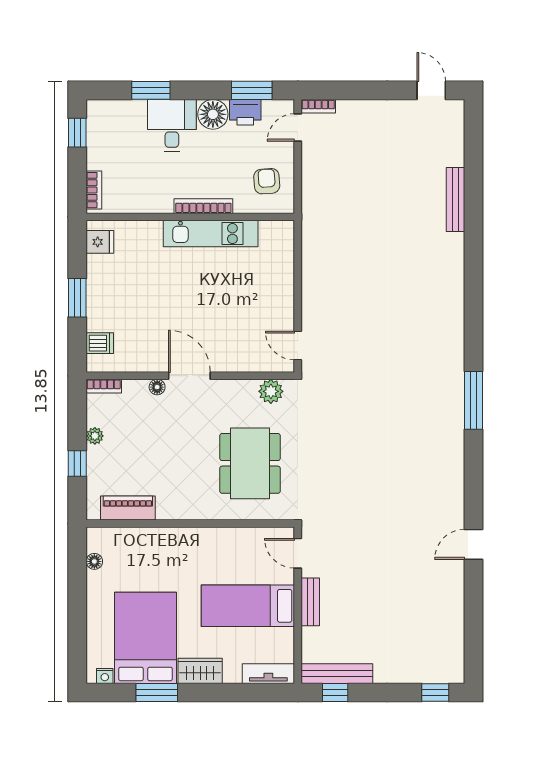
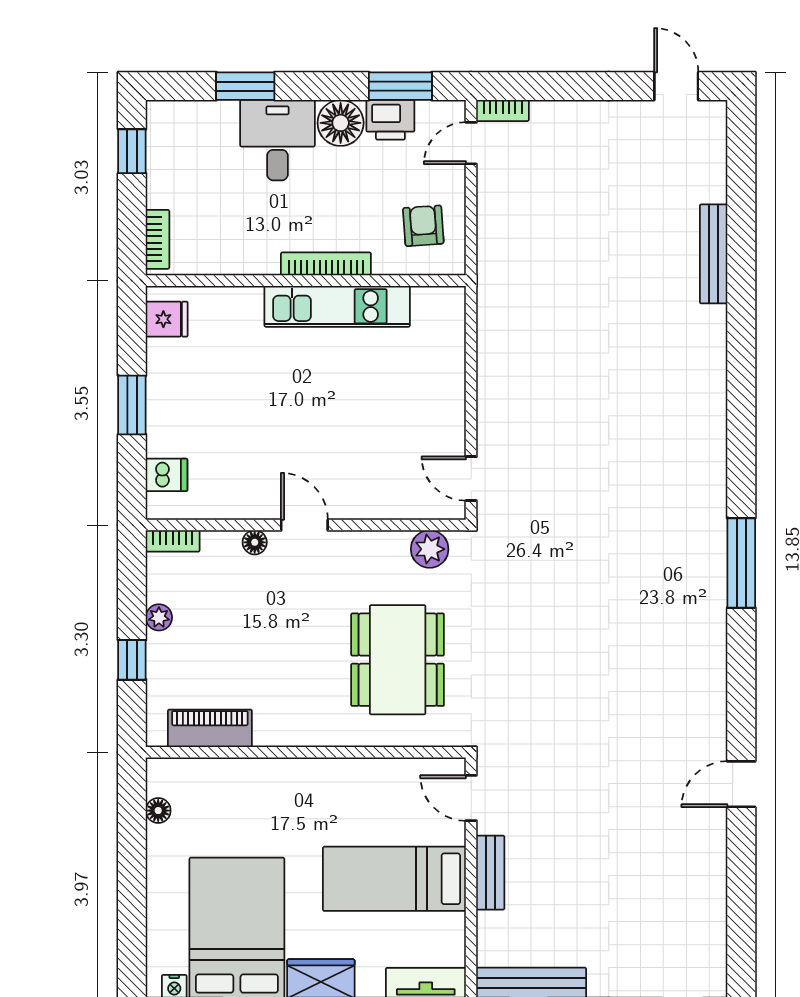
door: (189, 376) -> (304, 525), width x0.73

